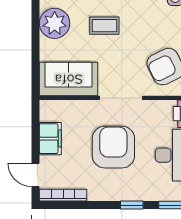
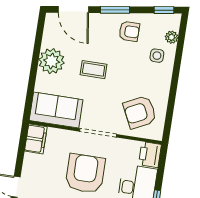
filing cabinet: (50, 139) -> (36, 139), moved

